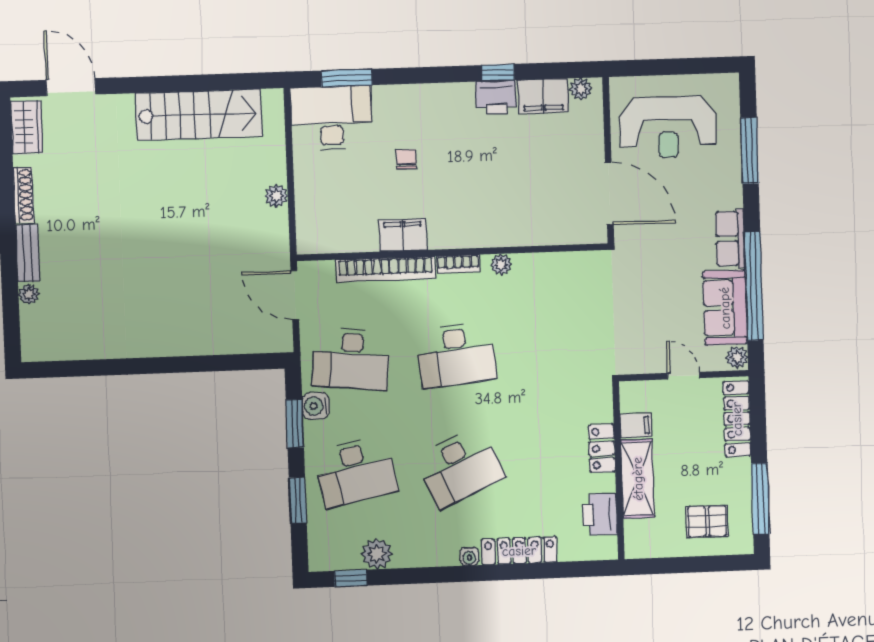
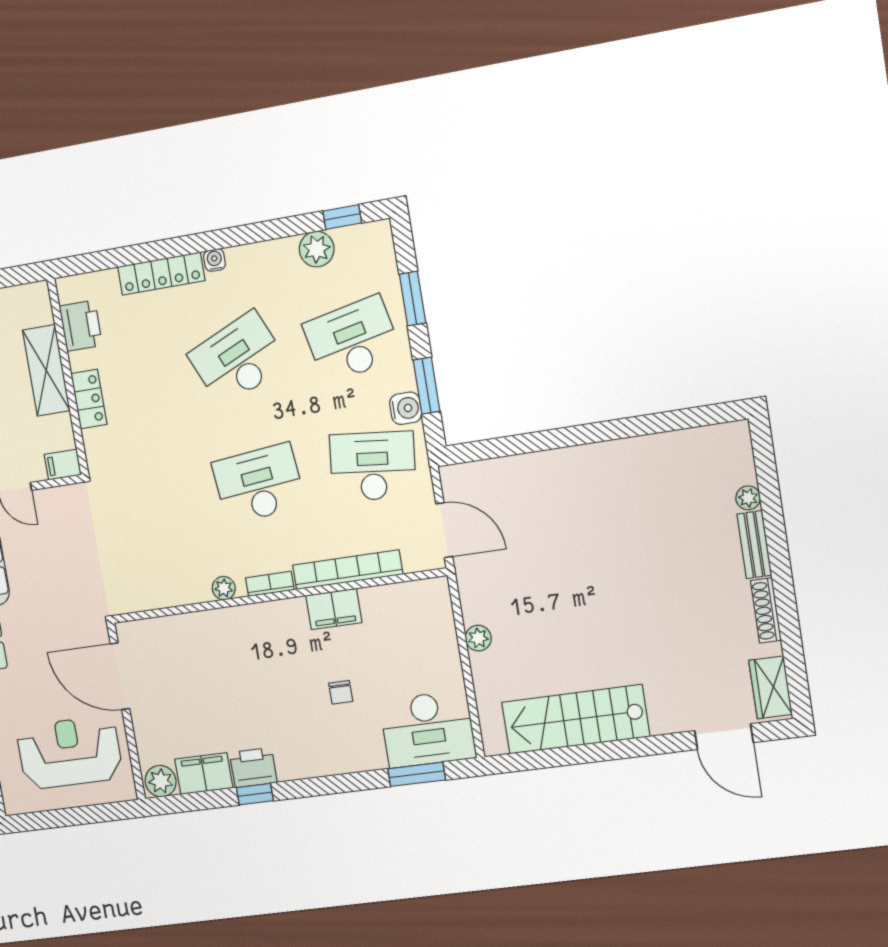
plant: (581, 89) -> (161, 781), width x1.38, depth x1.38
filing cabinet: (636, 426) -> (63, 465), moved

